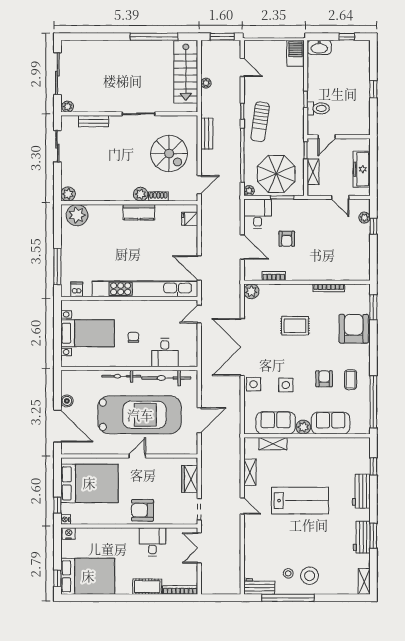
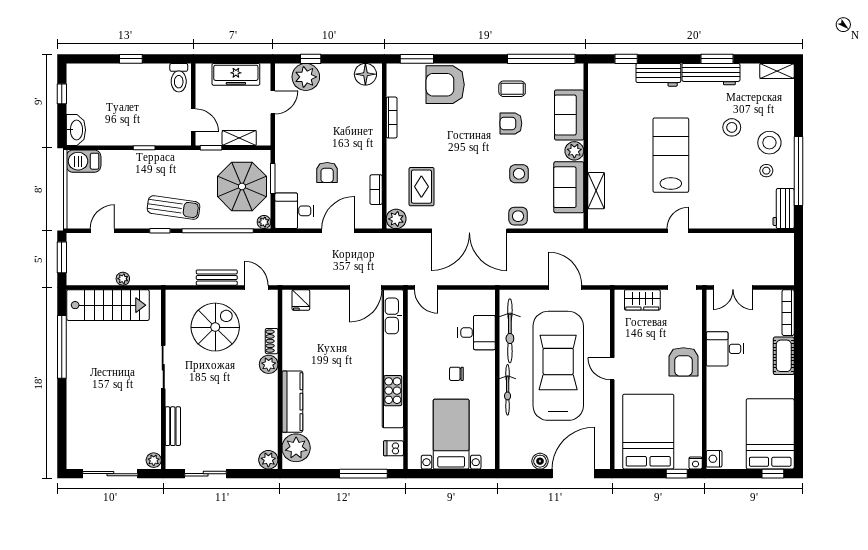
toilet: (318, 108) -> (179, 78), moved, turned 180
bench: (207, 134) -> (217, 278), moved
kitchen counter: (139, 212) -> (292, 402), moved, width x1.50
plant: (364, 218) -> (306, 77), width x1.87, depth x1.87
armchair: (287, 239) -> (327, 173), turned 90
floor lamp: (362, 268) -> (365, 74), added
rug: (295, 326) -> (421, 187), moved
shelving: (250, 472) -> (634, 221), removed
workbench: (362, 537) -> (711, 74), width x1.38
stool: (321, 547) -> (732, 127), added

